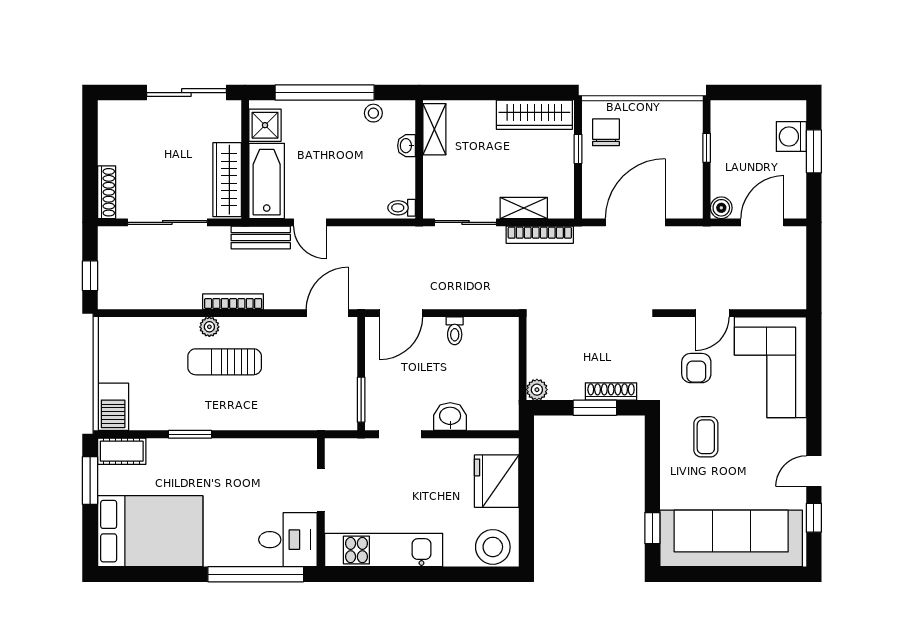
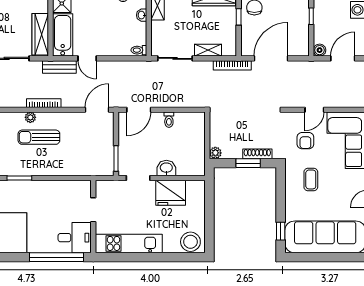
bookcase: (540, 235) -> (232, 65), moved
fridge: (497, 481) -> (171, 193), moved, turned -90

